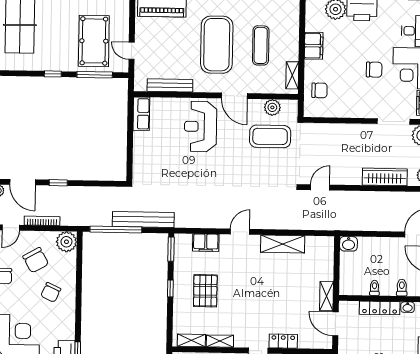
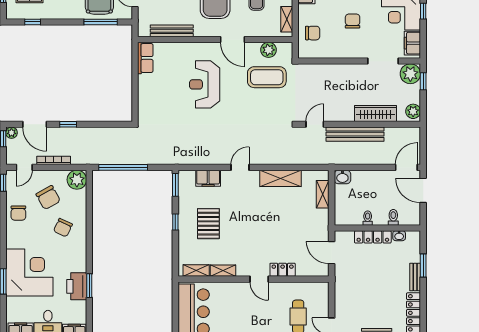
chair: (374, 70) -> (353, 21), moved, turned -90
window: (53, 74) -> (33, 22), moved
reception desk: (200, 126) -> (205, 84), moved
bench: (143, 219) -> (355, 134), moved
shelving: (327, 296) -> (323, 194), moved

